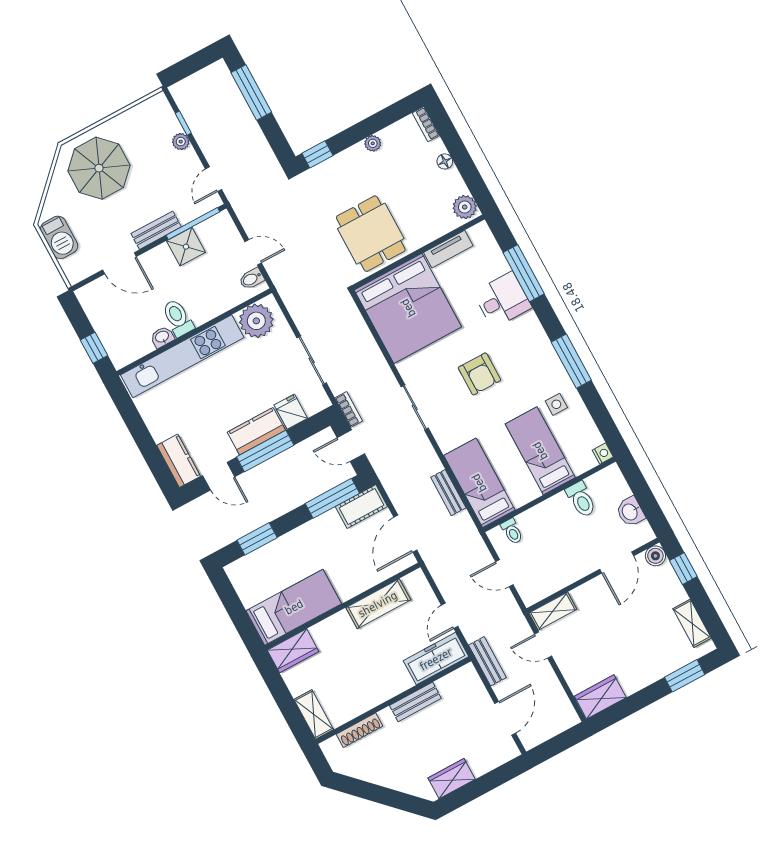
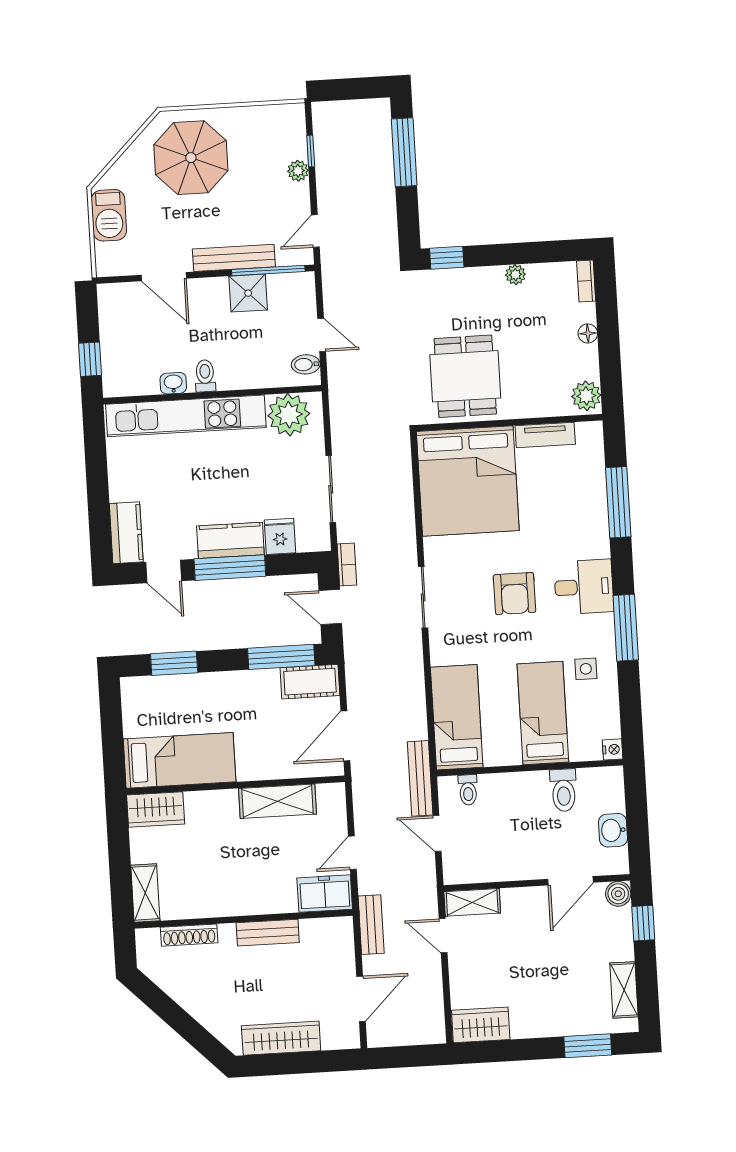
bench: (156, 230) -> (234, 258), width x1.36
desk: (502, 300) -> (584, 587), moved
toilet: (178, 318) -> (205, 376), width x0.73, depth x0.72
bench: (448, 493) -> (420, 778), moved, width x1.36
freezer: (436, 659) -> (325, 894), width x0.71
wardrobe: (452, 779) -> (281, 1038), width x1.50

